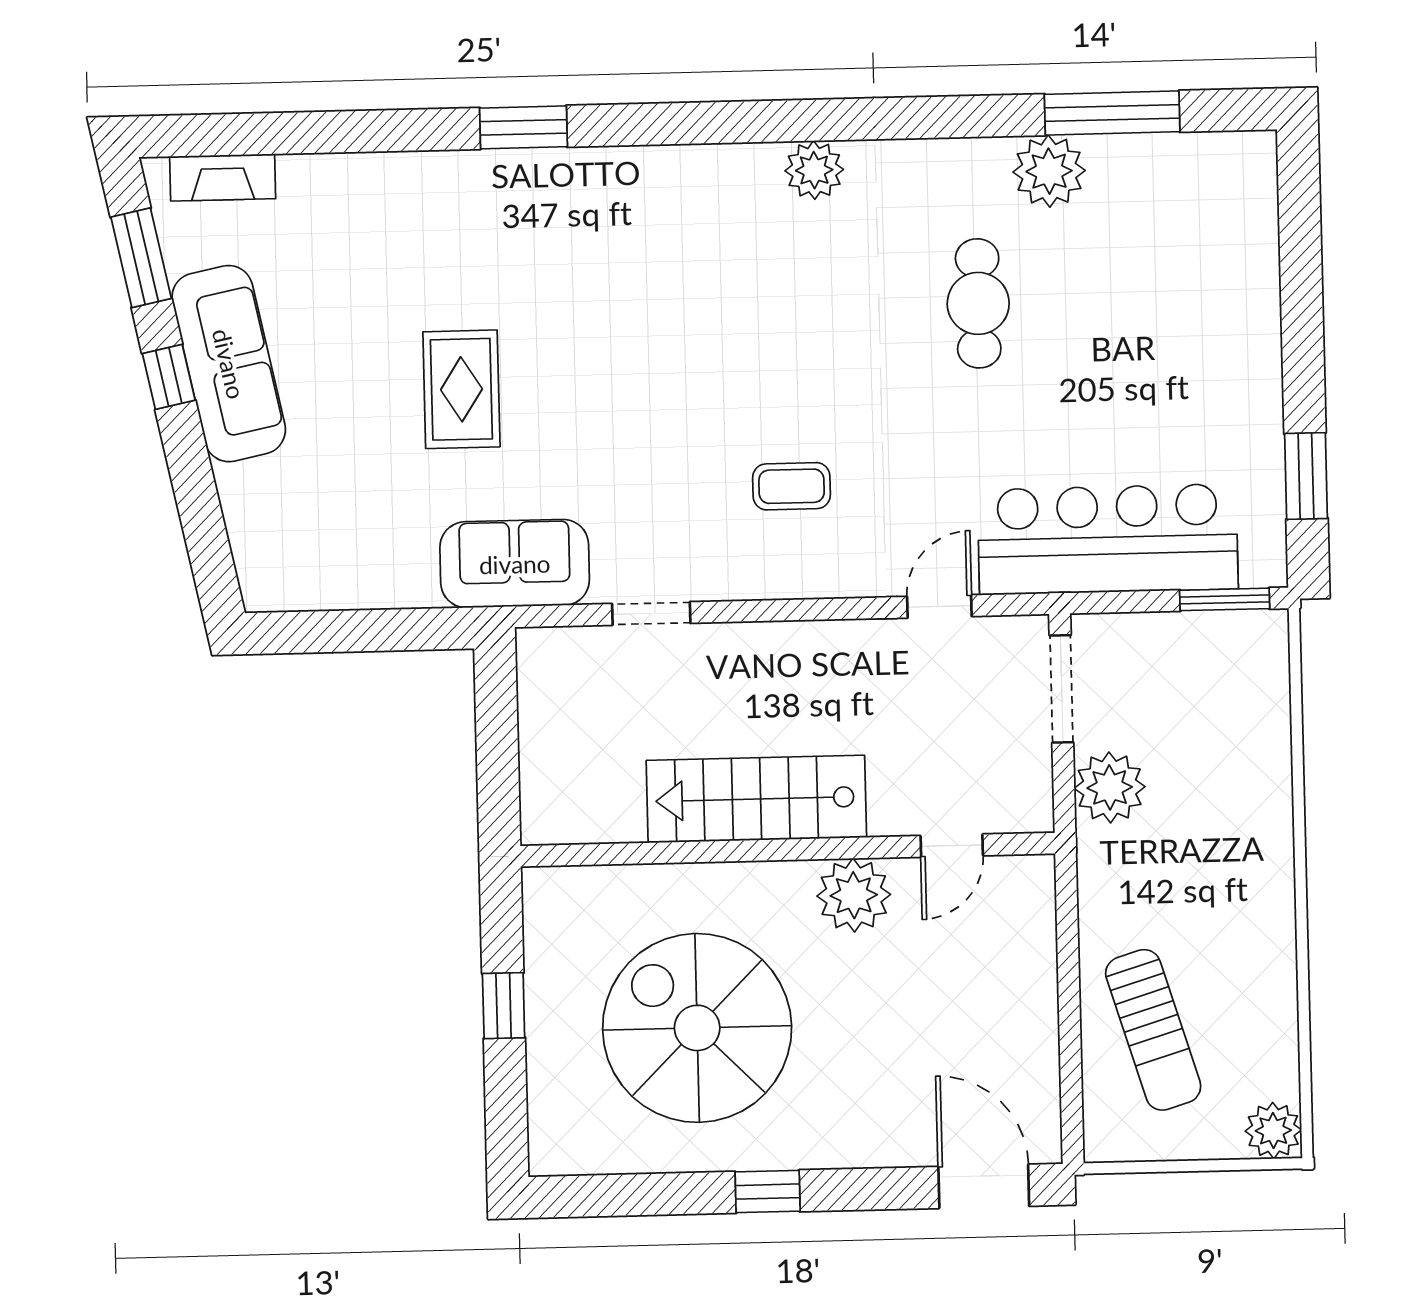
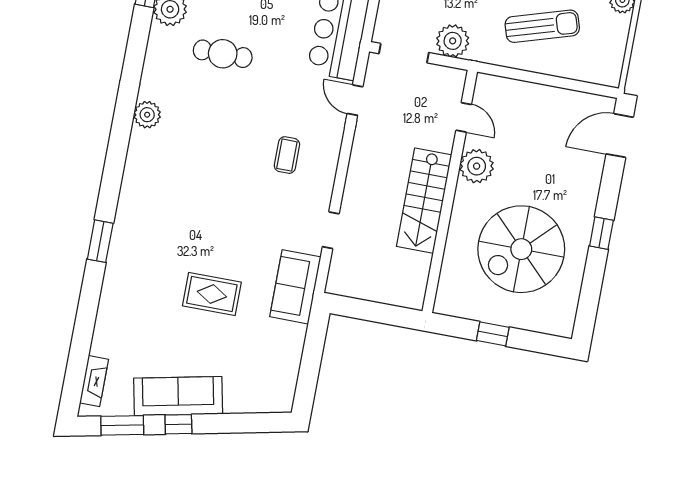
sun lounger: (1153, 1030) -> (542, 26), moved

